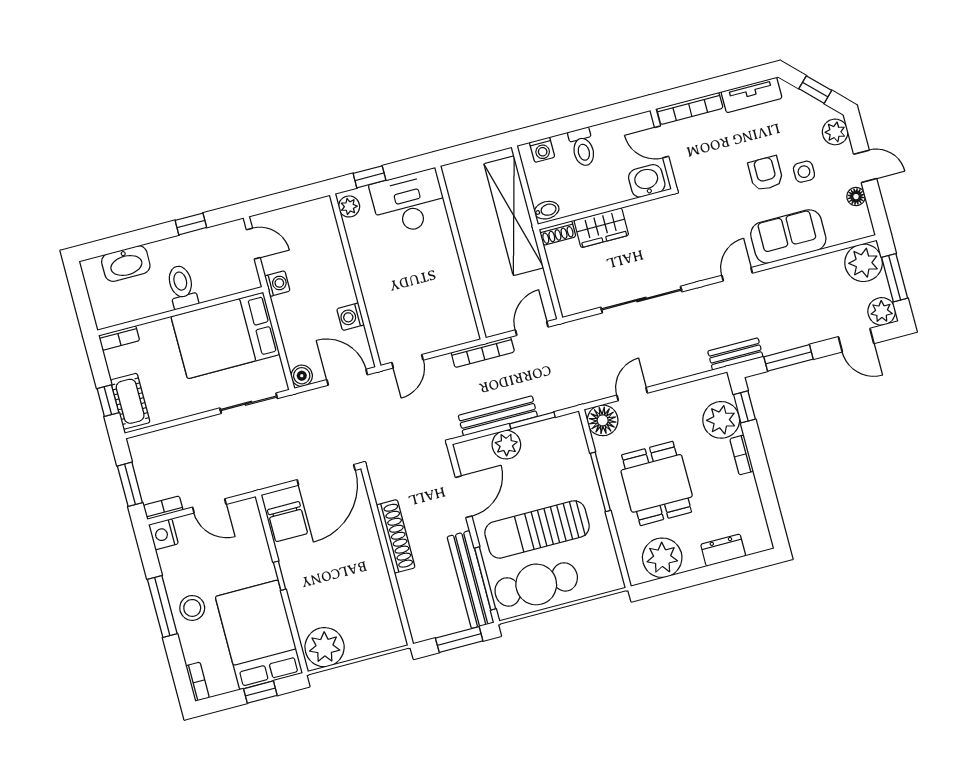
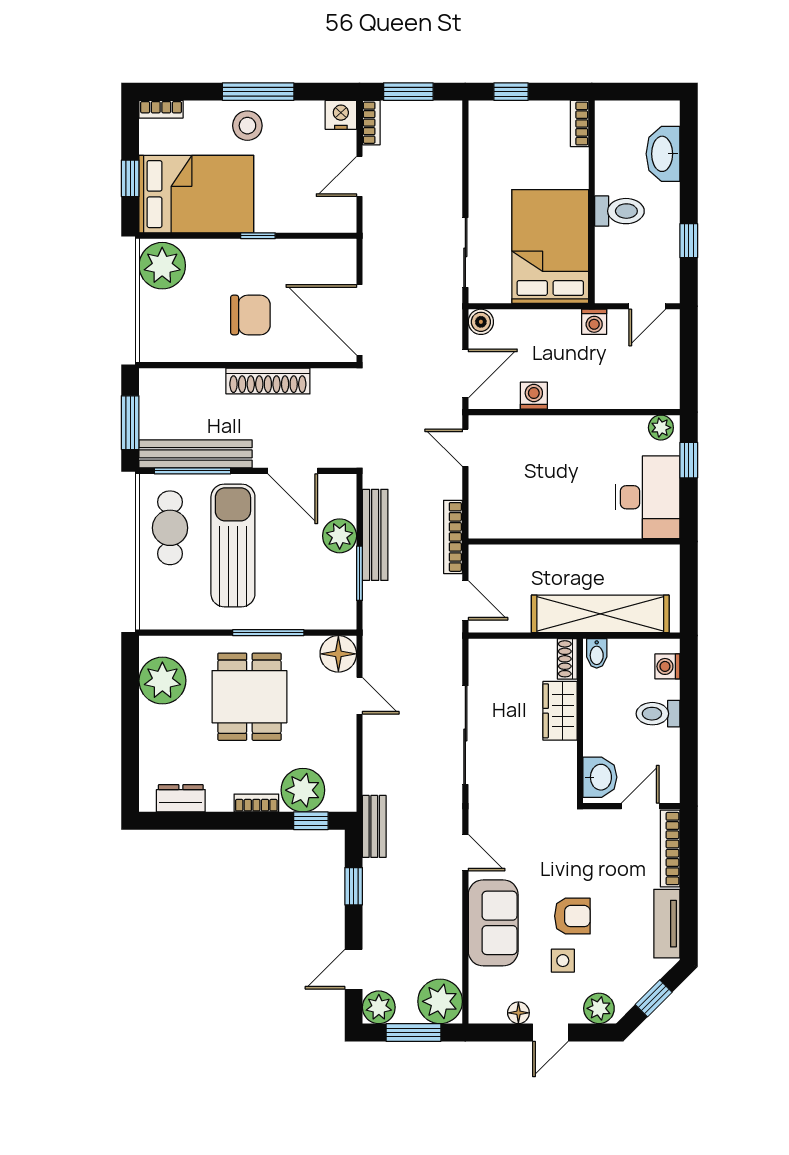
window: (789, 358) -> (354, 886), width x0.67
cot: (130, 401) -> (504, 117), removed
dining table: (657, 483) -> (249, 697), turned 90
chair: (287, 522) -> (250, 315), moved, turned 180
dresser: (723, 550) -> (181, 798), moved, turned -90
cafe table: (536, 584) -> (170, 528), width x0.73, depth x0.74

